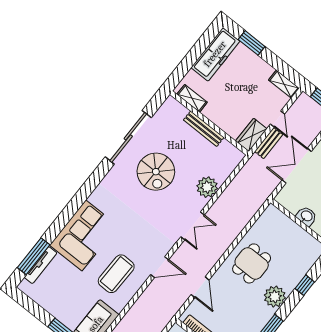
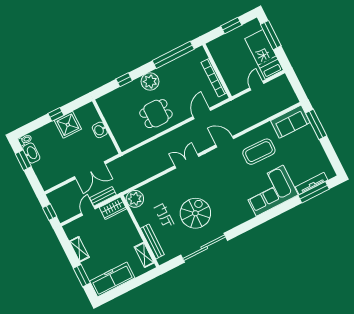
shelving: (284, 84) -> (79, 249), moved
bench: (204, 129) -> (152, 241), moved
plant: (207, 187) -> (135, 199), moved

